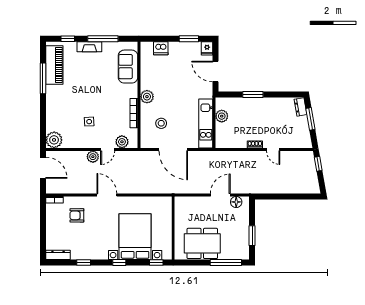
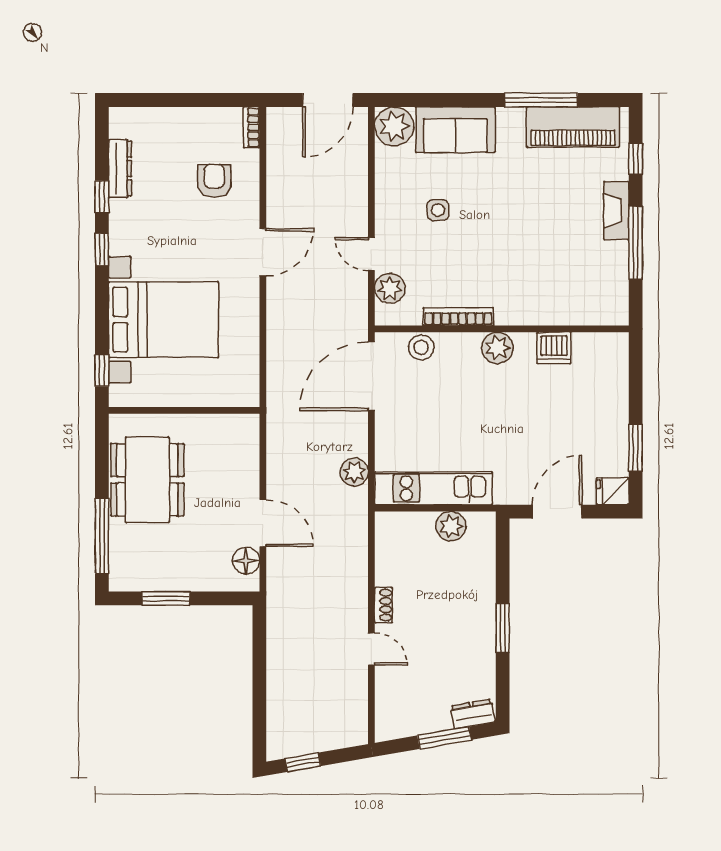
dishwasher: (161, 48) -> (554, 348), moved, turned -90
sofa: (128, 67) -> (455, 130), moved, turned 180
window: (253, 94) -> (503, 628), moved
stool: (161, 123) -> (421, 347), moved
door: (173, 149) -> (371, 376), moved
door: (273, 149) -> (371, 649), swing flipped
plant: (93, 157) -> (354, 472), moved
window: (318, 164) -> (303, 762), moved
dresser: (58, 255) -> (120, 169), moved
window: (119, 262) -> (102, 249), moved

